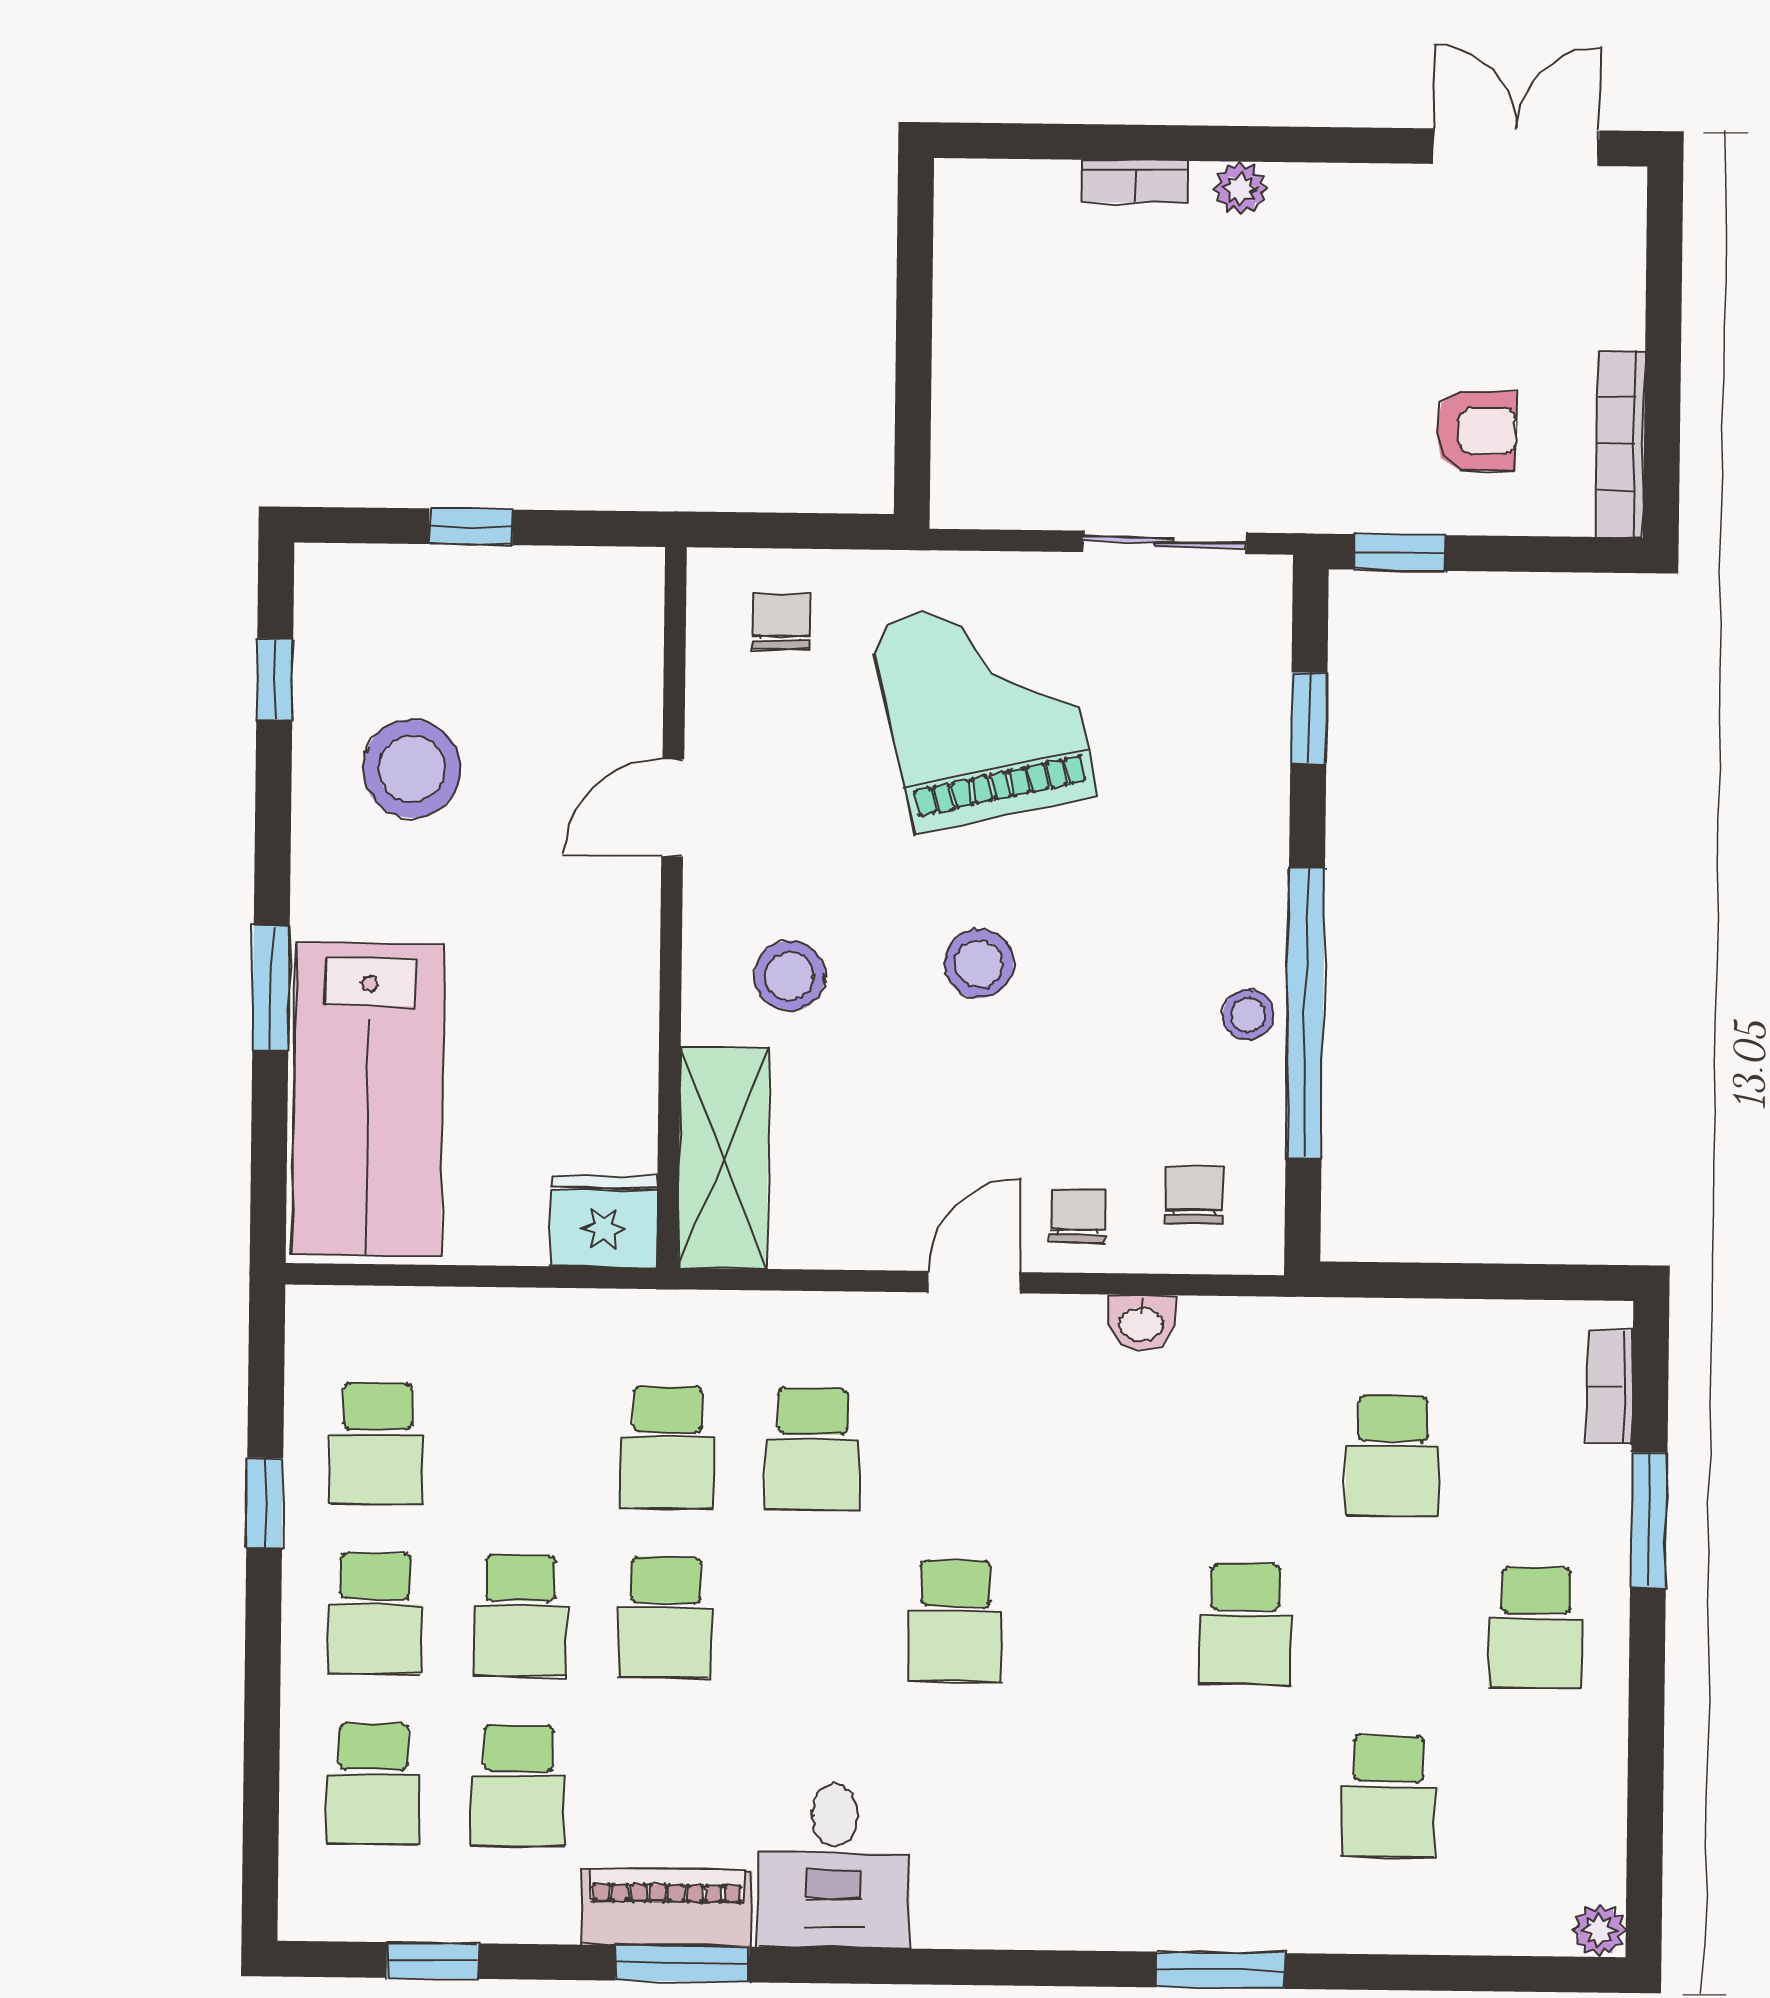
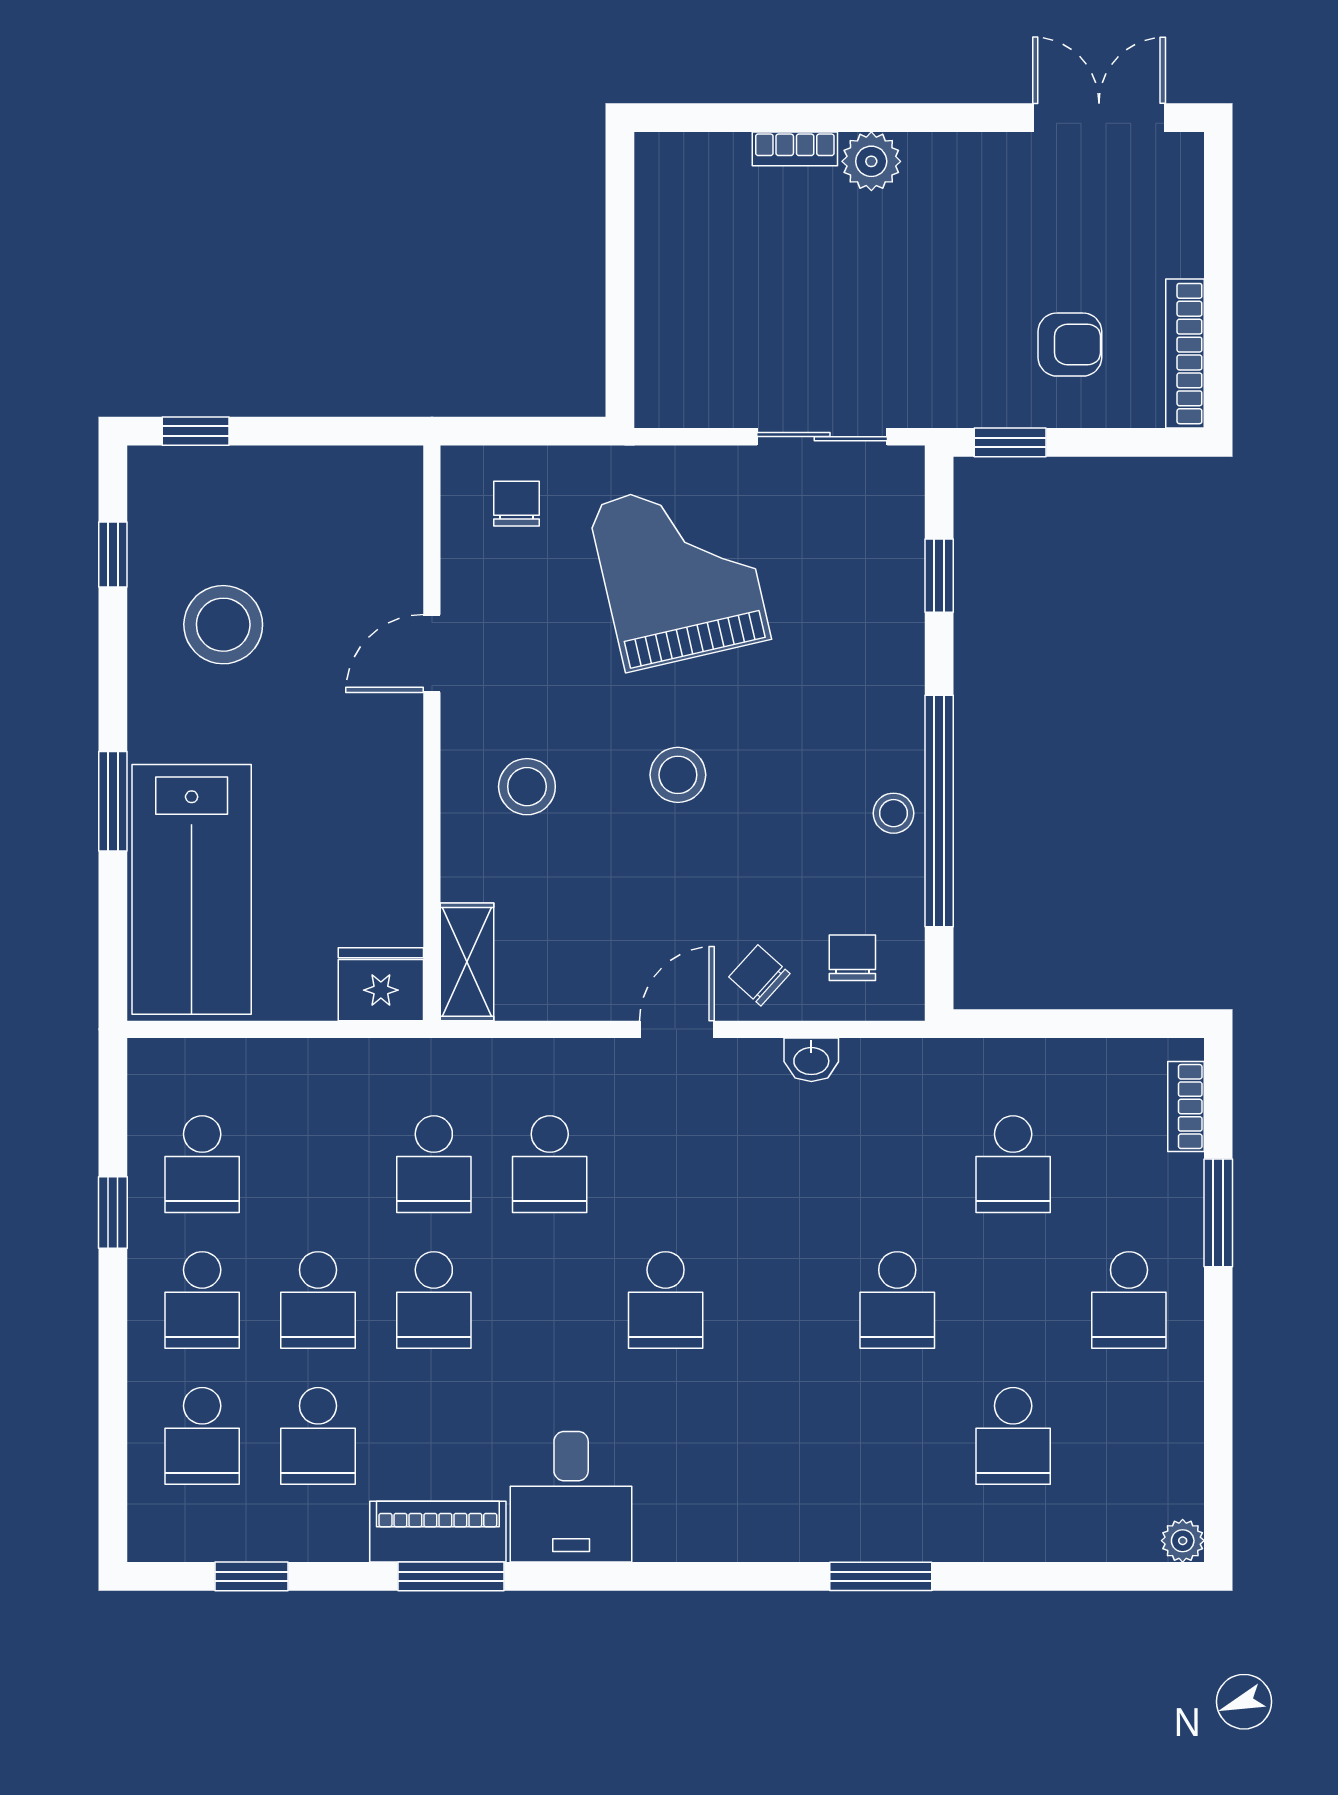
plant: (1241, 188) -> (871, 161), width x1.38, depth x1.38
window: (471, 527) -> (196, 431), moved
shelving: (723, 1158) -> (467, 962), width x0.67, depth x0.75
chair: (1078, 1216) -> (759, 975), turned -48

